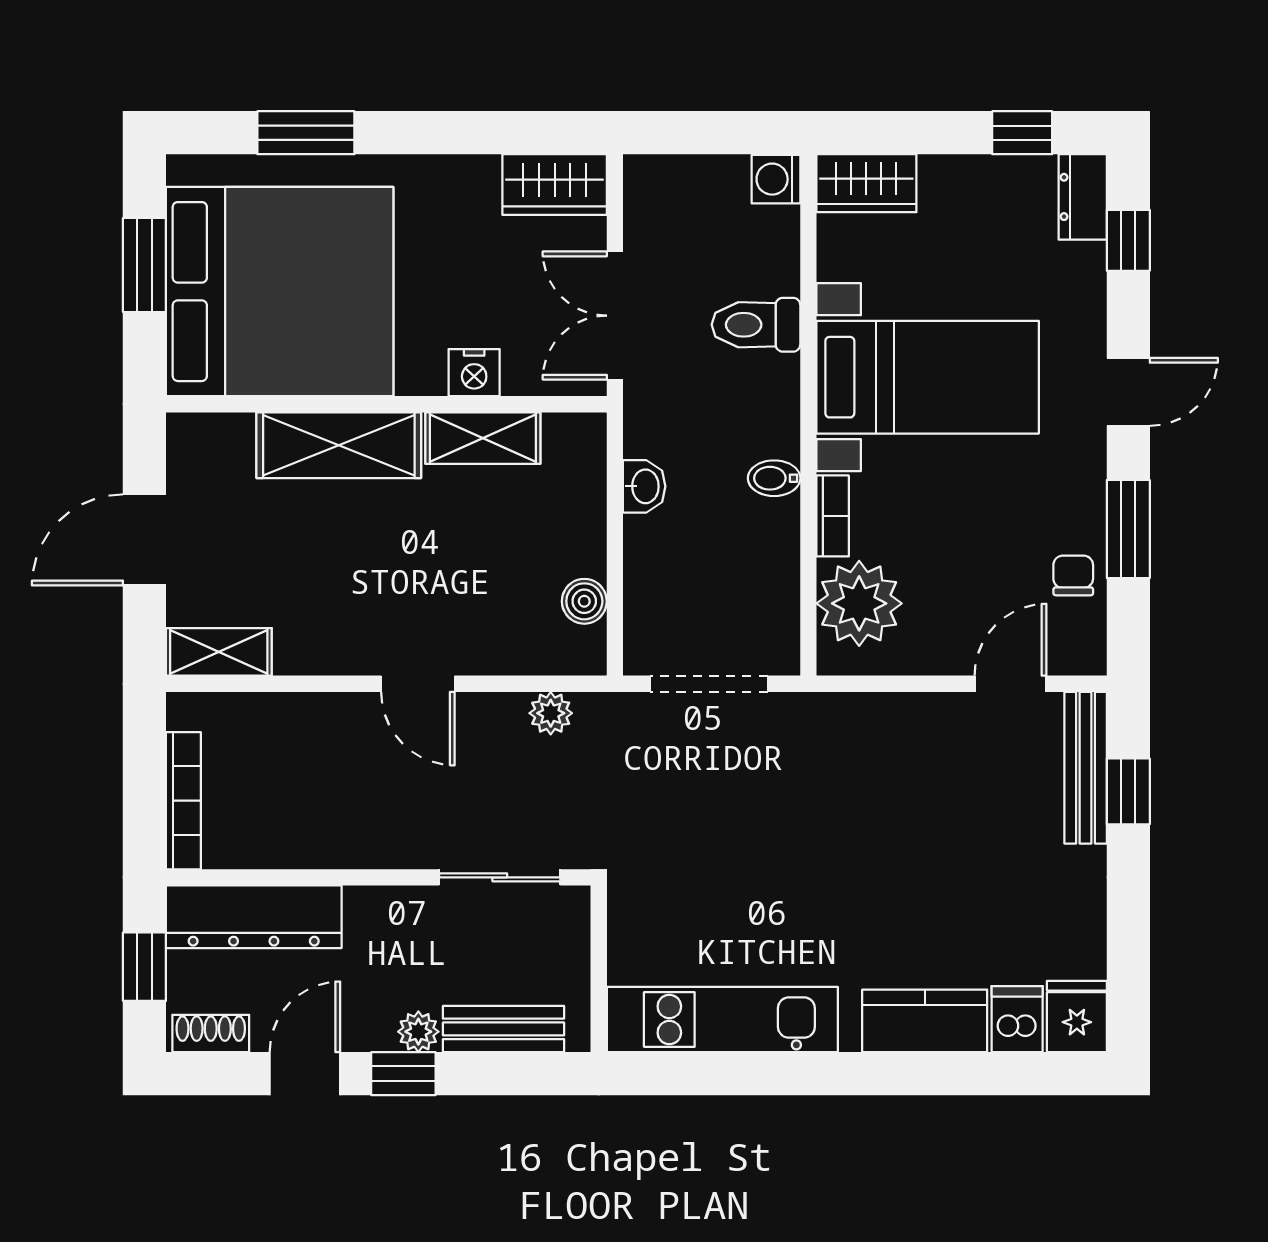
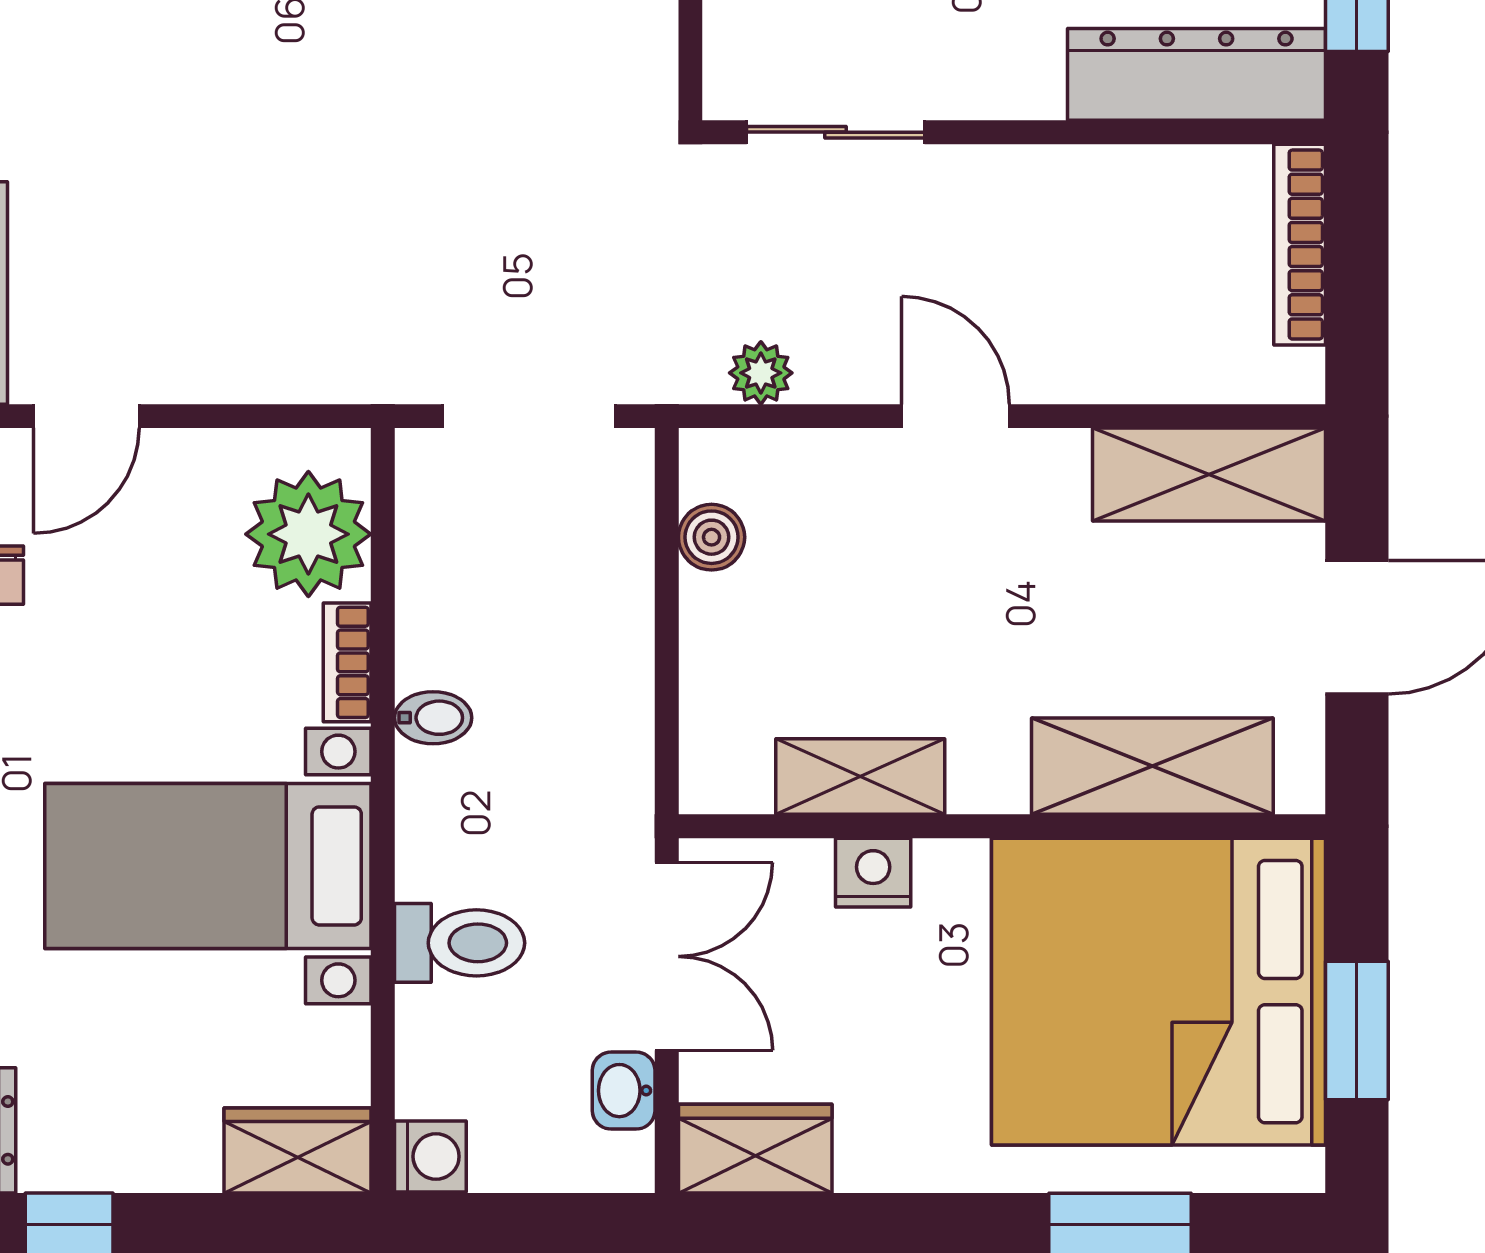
shelving: (339, 445) -> (1152, 766), moved
washbasin: (644, 486) -> (624, 1091), moved
shelving: (219, 652) -> (1209, 475), width x1.50, depth x1.33

